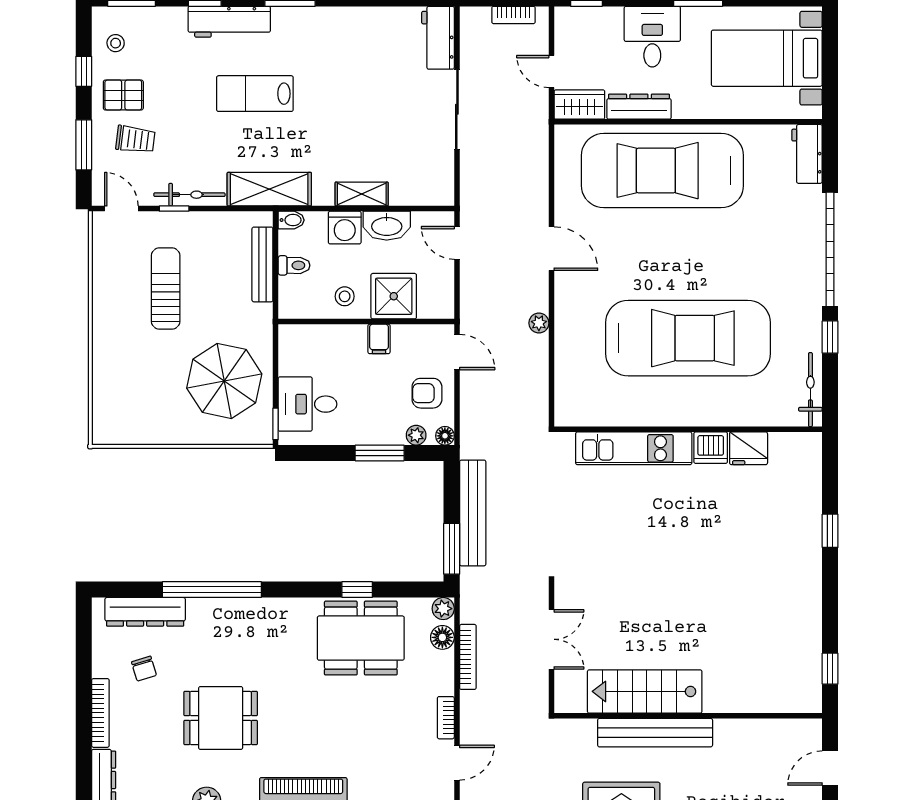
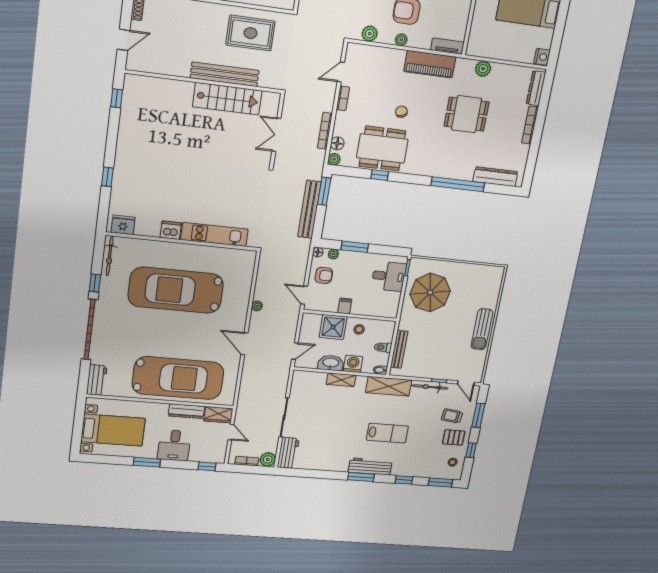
plant: (475, 21) -> (268, 459), added
workbench: (229, 22) -> (370, 467), moved
door: (457, 243) -> (295, 351), hinge flipped
sun lounger: (166, 288) -> (482, 329), moved
fridge: (749, 448) -> (123, 225), moved
chair: (144, 669) -> (401, 112), moved

